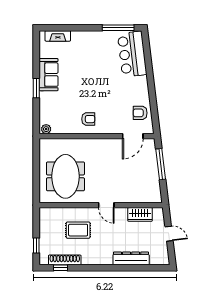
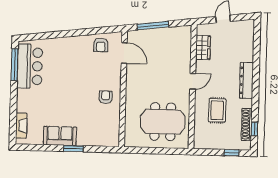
bar counter: (132, 54) -> (30, 66), moved, turned -83
plant: (46, 129) -> (115, 140), removed
dresser: (131, 258) -> (246, 80), moved

